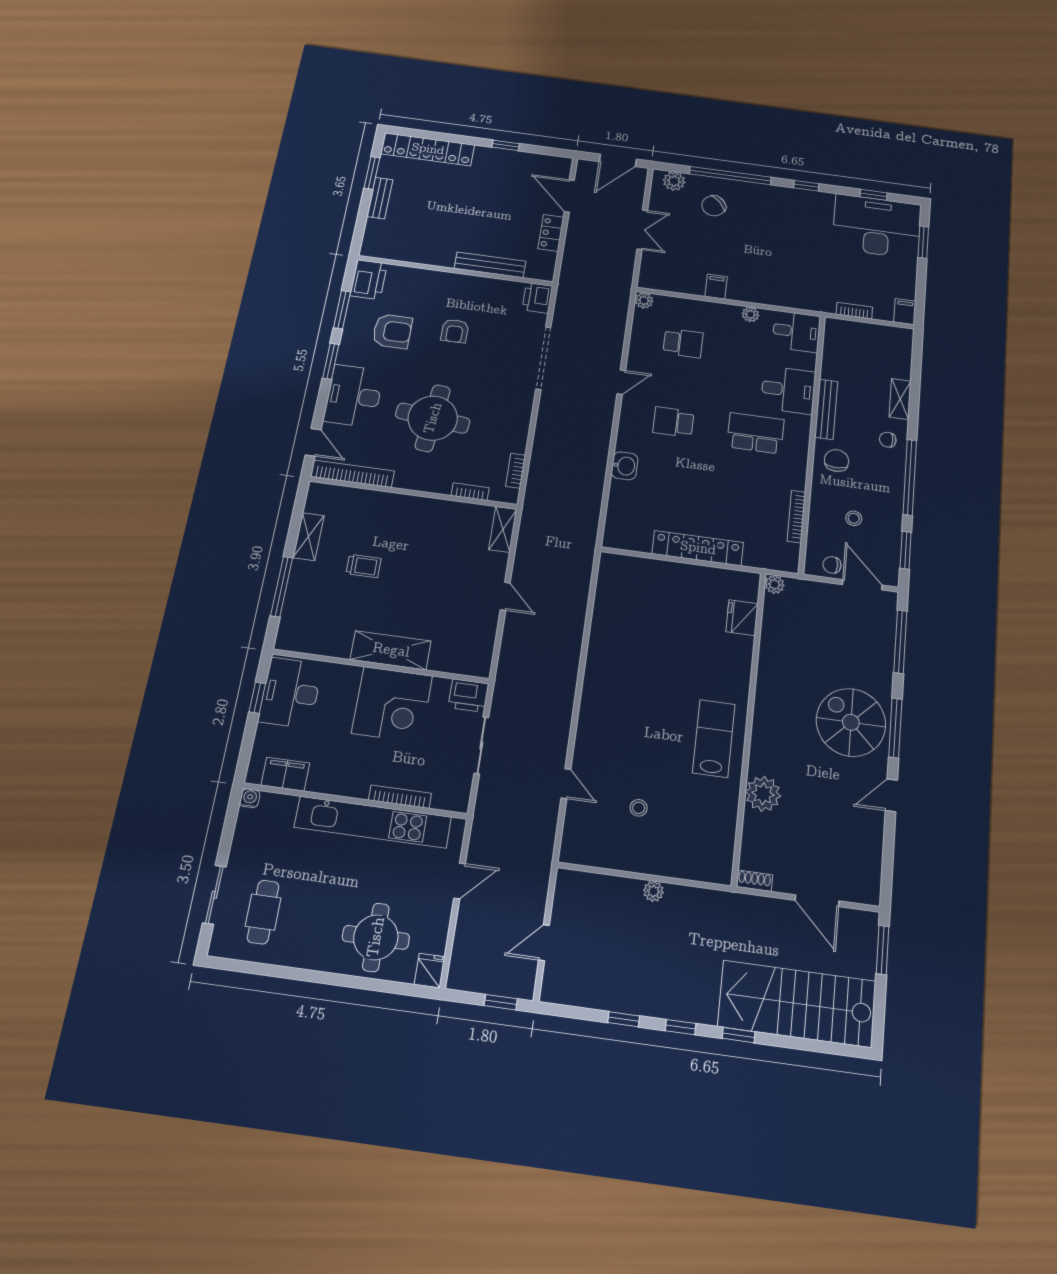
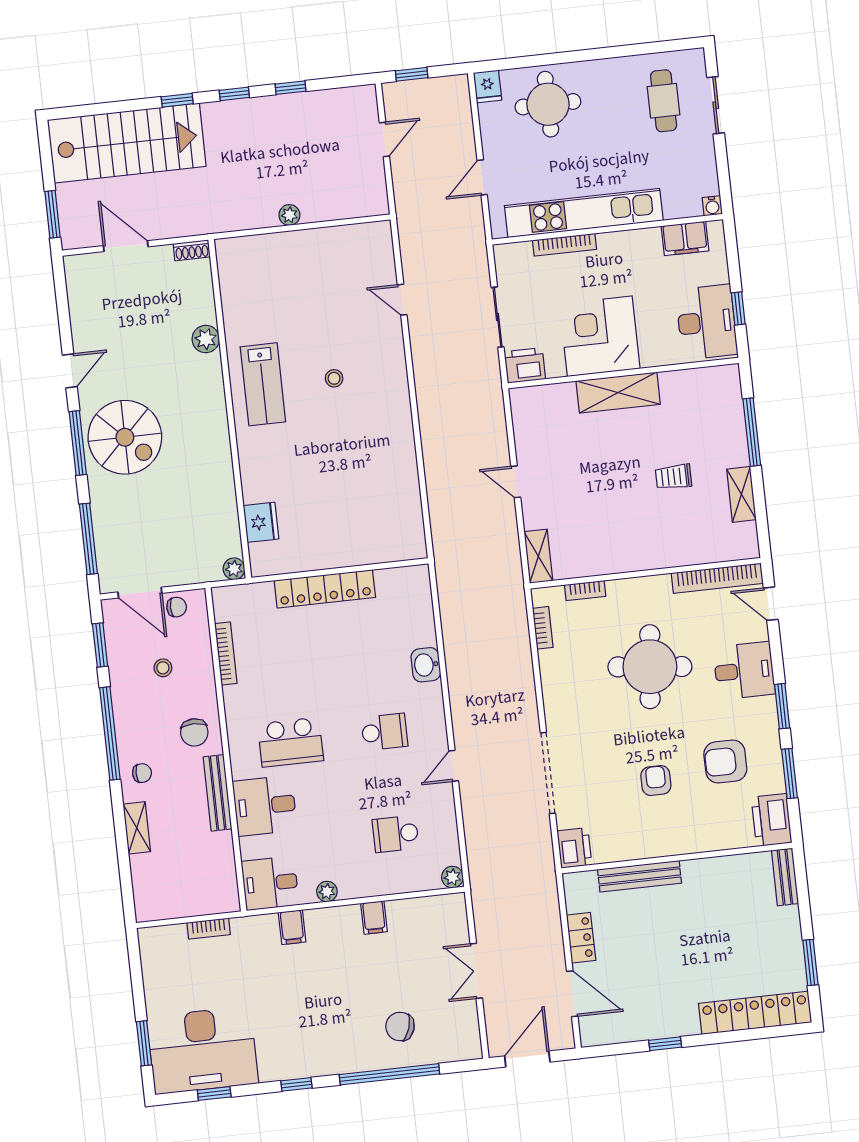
plant: (674, 181) -> (454, 1048), removed
bench: (380, 198) -> (785, 877), moved
chair: (714, 206) -> (400, 1026), turned -120
filing cabinet: (905, 312) -> (292, 927), moved
desk: (354, 396) -> (744, 671), width x0.73
plant: (763, 794) -> (206, 339), width x0.73, depth x0.73
stool: (639, 808) -> (334, 378), moved

